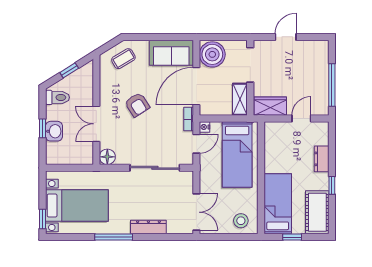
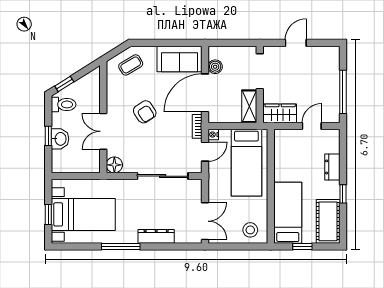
boiler: (212, 54) -> (215, 67), width x0.54, depth x0.54
window: (69, 70) -> (64, 84), moved
window: (42, 219) -> (48, 214), moved

